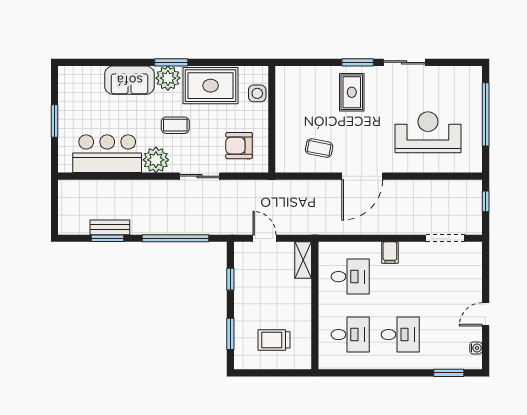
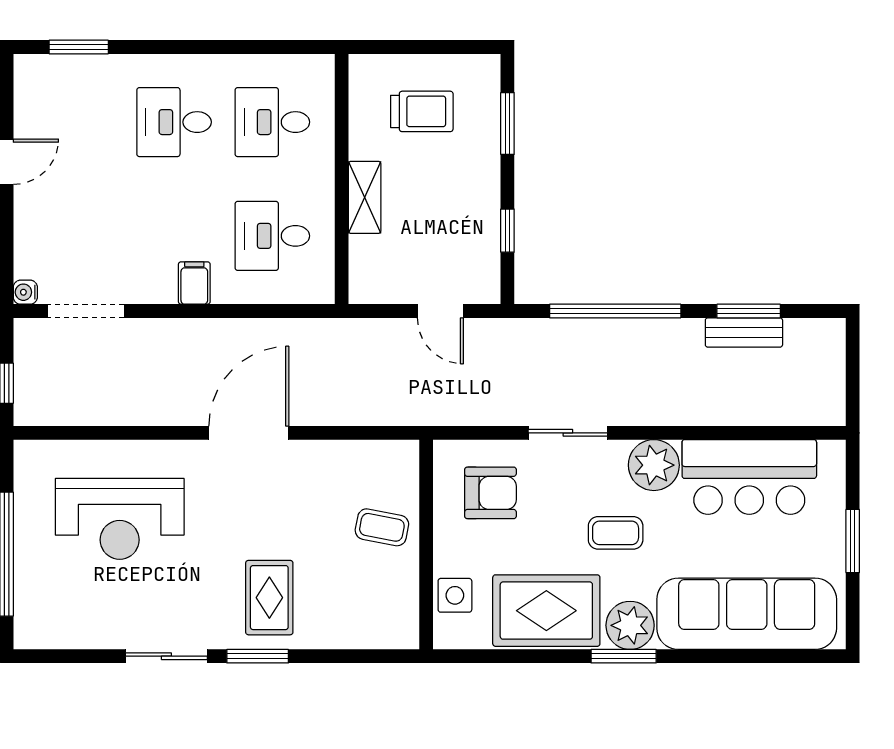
sofa: (130, 80) -> (747, 614), width x1.85, depth x1.27
coffee table: (319, 148) -> (382, 527), moved
shelving: (303, 260) -> (365, 197), moved
water cooler: (476, 348) -> (25, 292), moved

